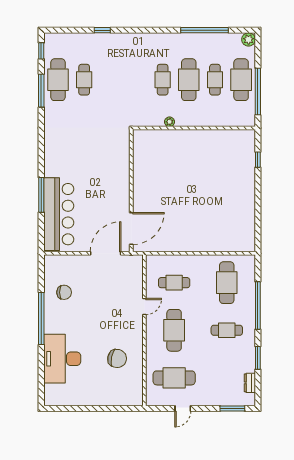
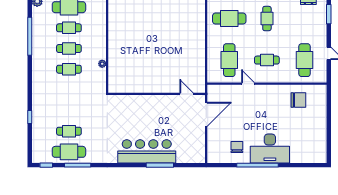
cafe table: (189, 80) -> (69, 49), width x0.73, depth x0.74
bar counter: (59, 214) -> (147, 151), moved
door: (131, 229) -> (187, 94), width x0.53
door: (106, 253) -> (206, 114), swing flipped
cafe table: (174, 283) -> (229, 60), width x1.37, depth x1.35
cafe table: (174, 330) -> (267, 60), width x0.73, depth x0.74
chair: (117, 358) -> (298, 100), moved, turned 78
desk: (62, 359) -> (270, 149), moved

